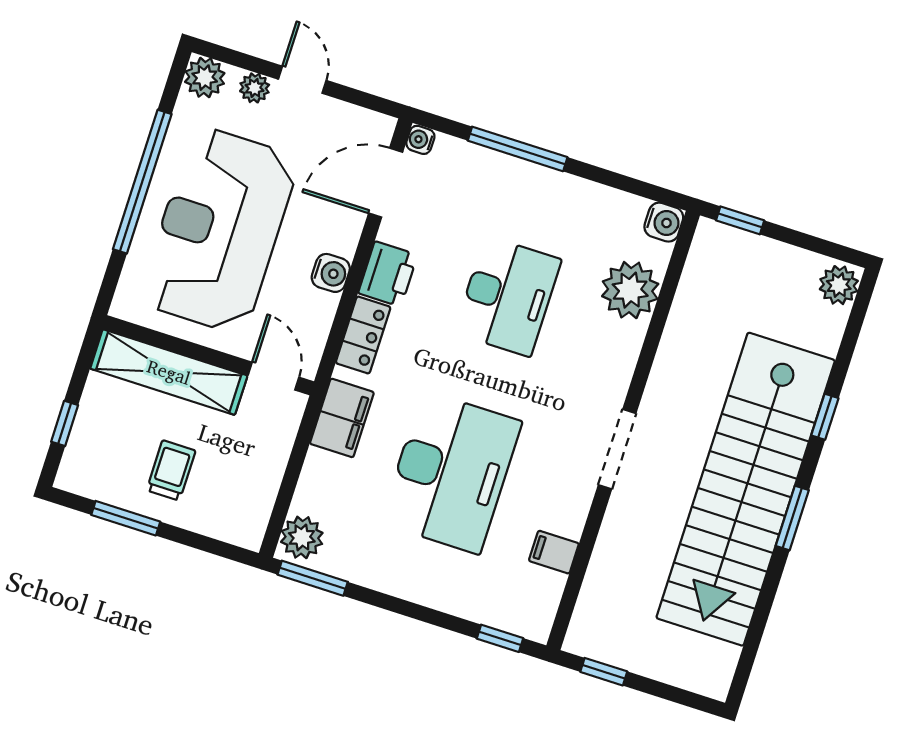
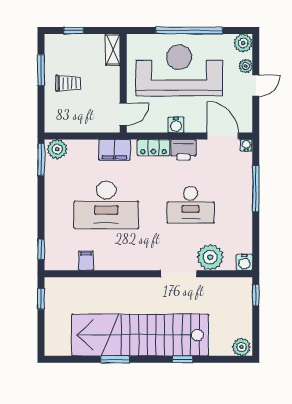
shelving: (169, 372) -> (113, 50), width x0.45, depth x0.75
doorway: (617, 449) -> (179, 274), moved
window: (792, 518) -> (115, 359), moved

